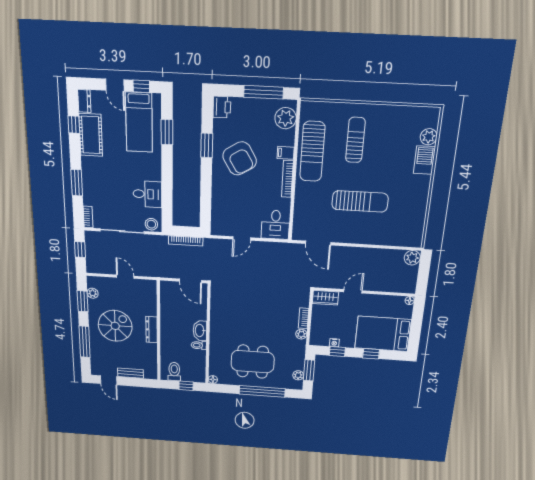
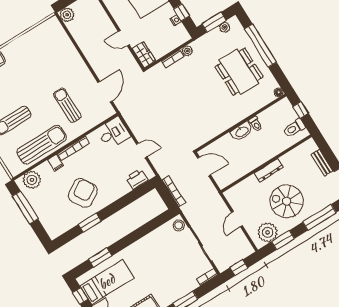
printer: (222, 107) -> (137, 179), moved
desk: (147, 194) -> (157, 243), removed
sun lounger: (360, 201) -> (67, 105), moved, width x0.73, depth x0.75
door: (190, 281) -> (204, 167), hinge flipped
plant: (93, 293) -> (268, 232), width x1.88, depth x1.88

